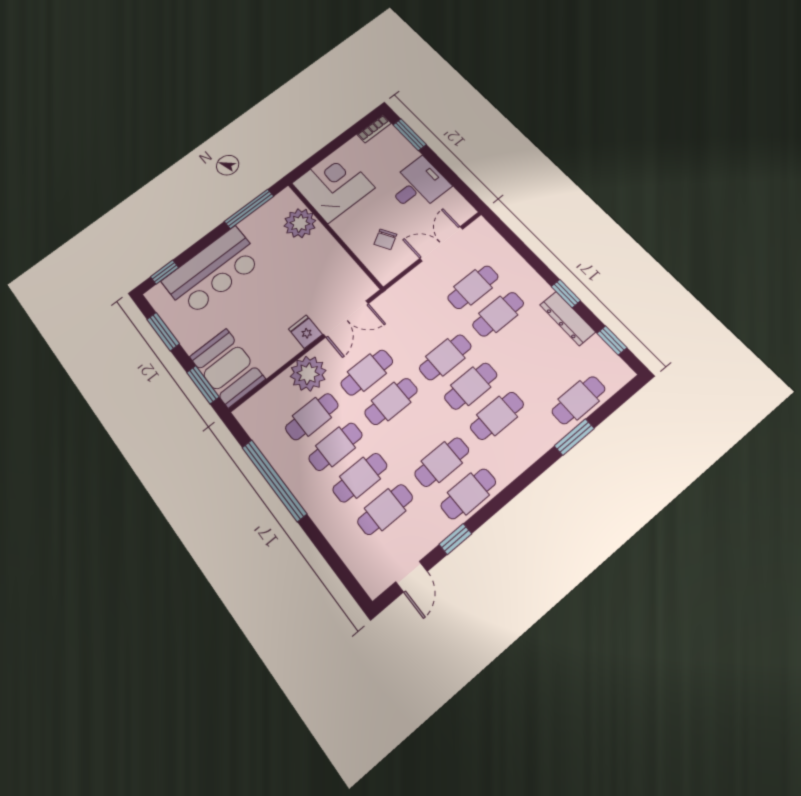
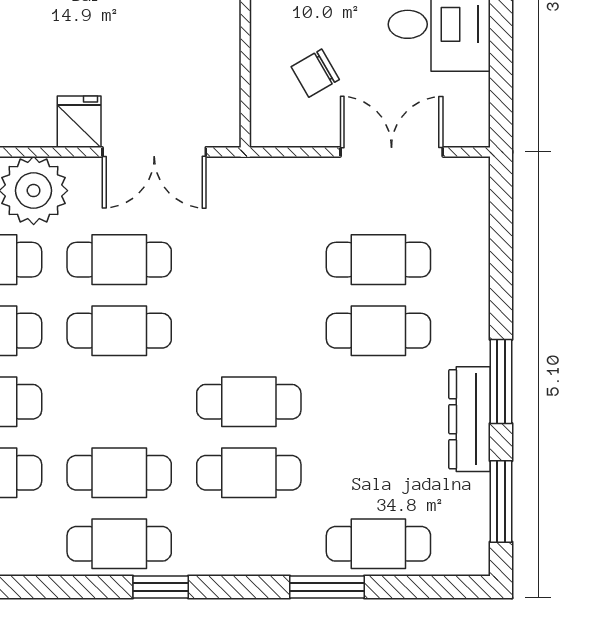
window: (566, 294) -> (501, 382), width x1.50
window: (612, 340) -> (501, 501), width x1.50
cafe table: (445, 357) -> (249, 331), removed
window: (455, 539) -> (161, 587), moved

